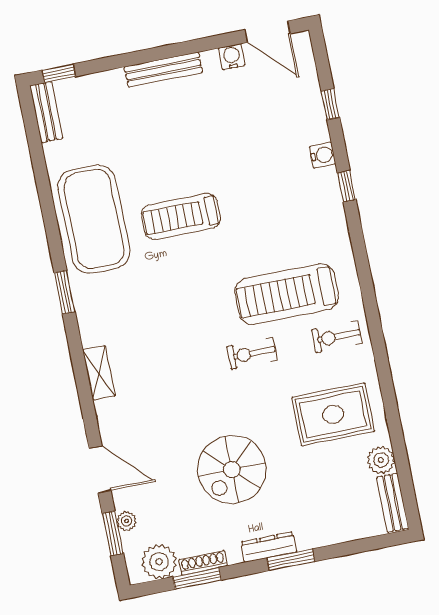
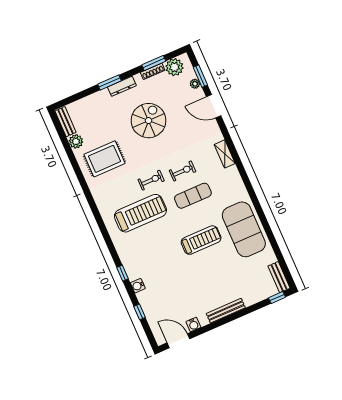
window: (65, 292) -> (250, 190), removed
exercise mat: (178, 306) -> (193, 196), added
exercise bike: (337, 337) -> (183, 171), moved

